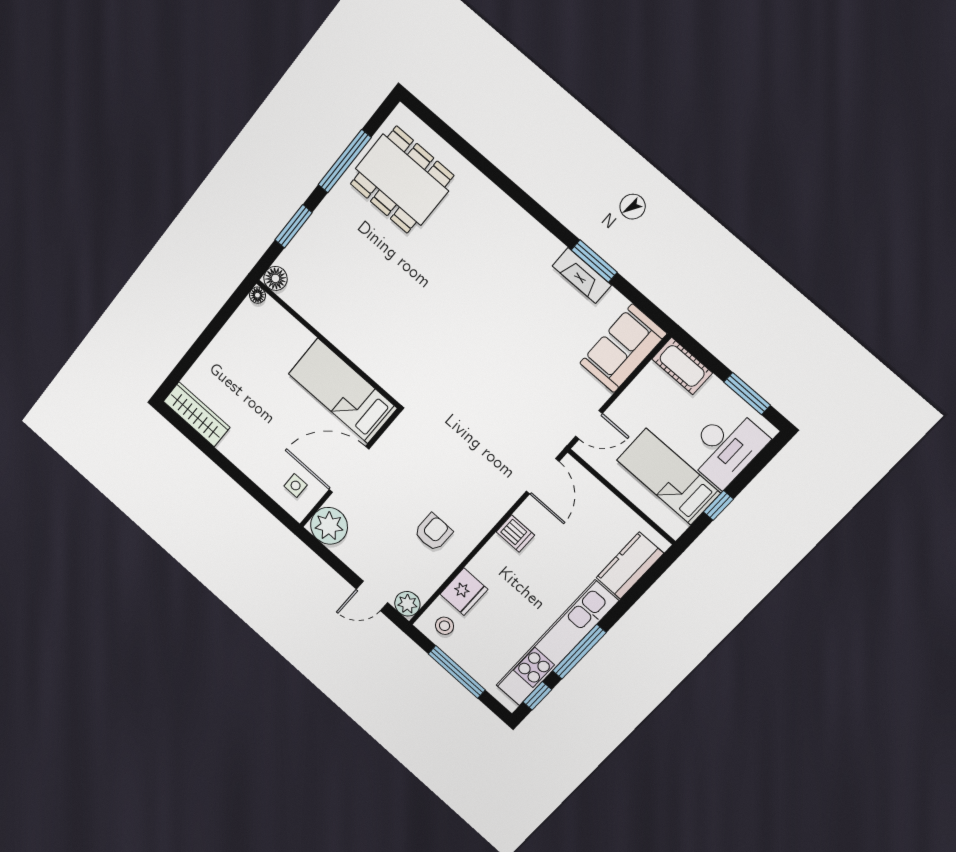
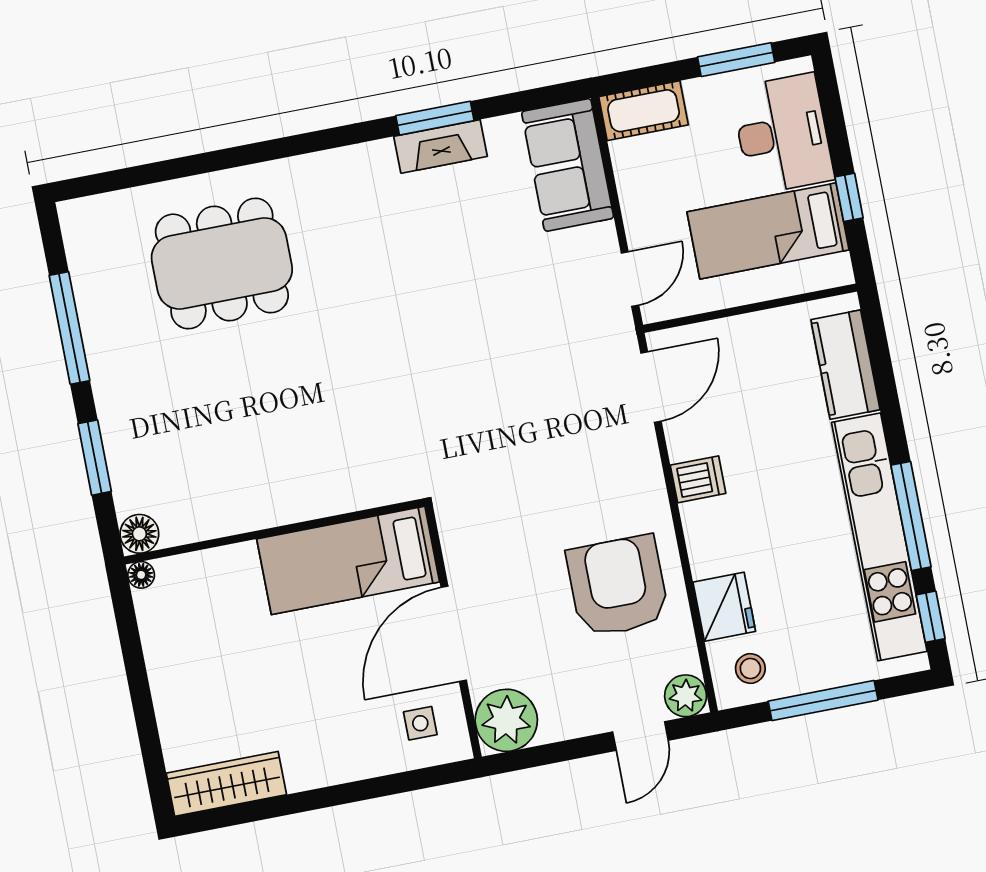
dining table: (402, 180) -> (222, 263), moved
door: (543, 476) -> (651, 387), hinge flipped
armchair: (433, 532) -> (618, 586), width x1.88, depth x1.88

